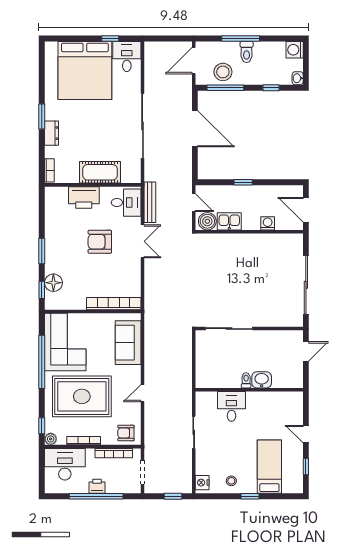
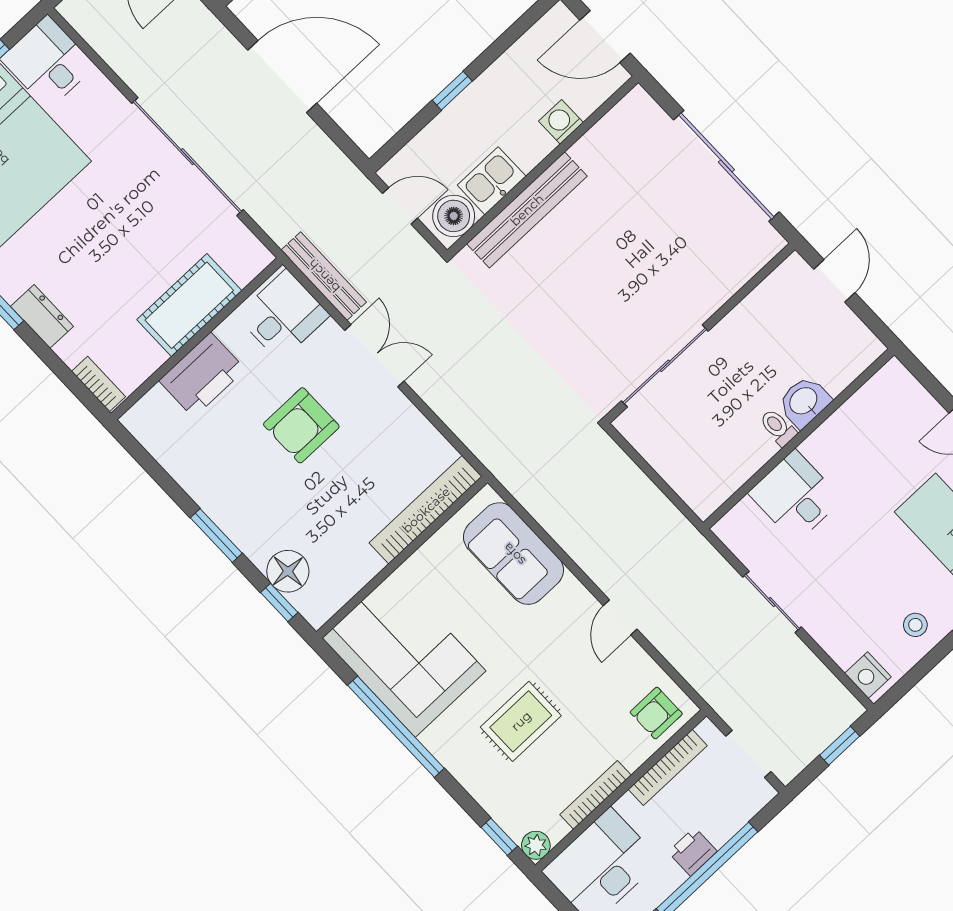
bench: (232, 241) -> (527, 210), added
rug: (82, 396) -> (521, 721), width x0.54, depth x0.49

